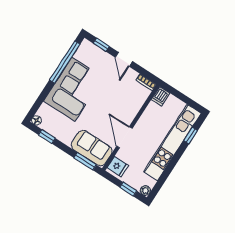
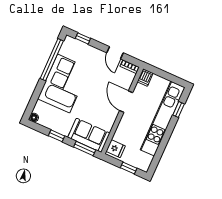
door: (124, 59) -> (115, 53), moved
window: (47, 136) -> (56, 136), moved
door: (124, 137) -> (126, 102), moved
plant: (145, 190) -> (145, 167), removed

